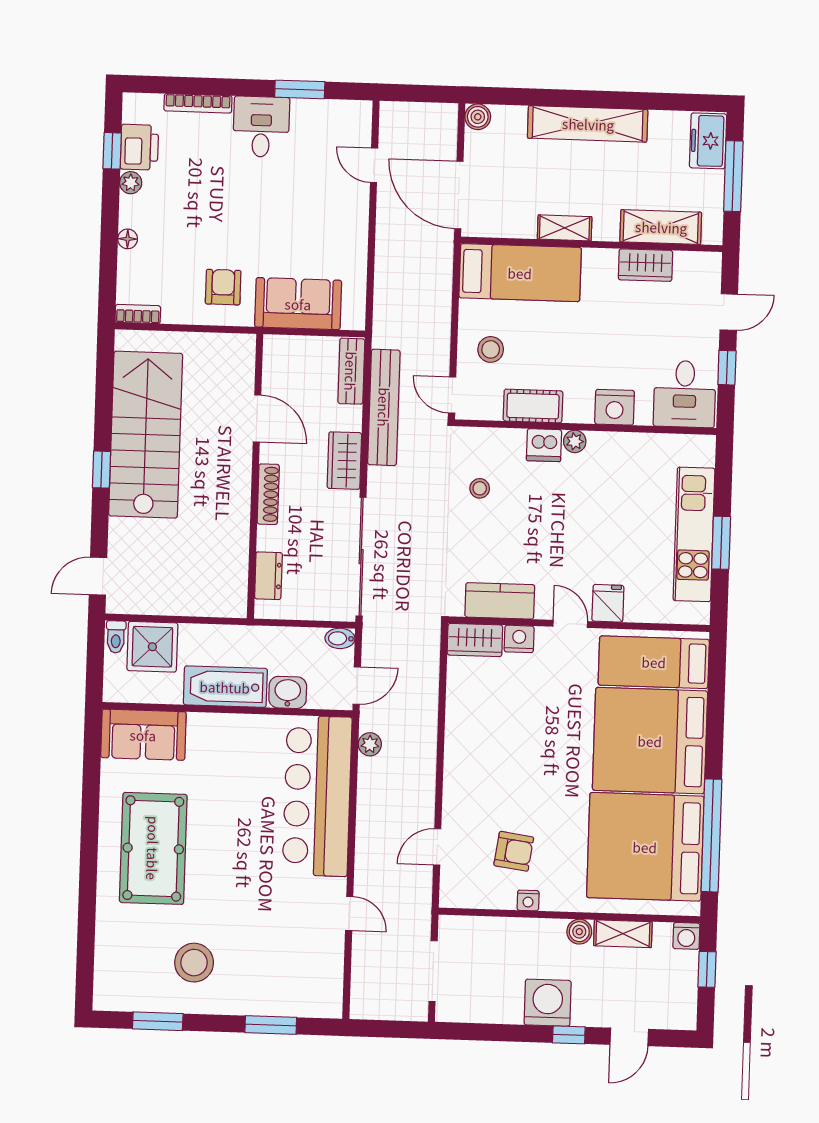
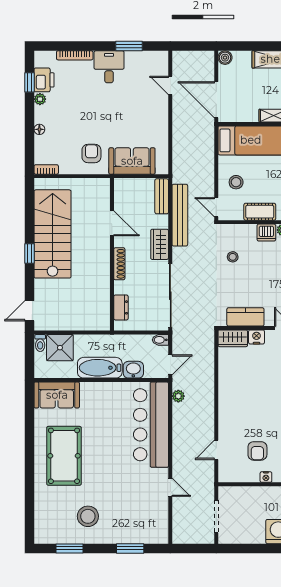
armchair: (514, 851) -> (257, 451), turned 82

